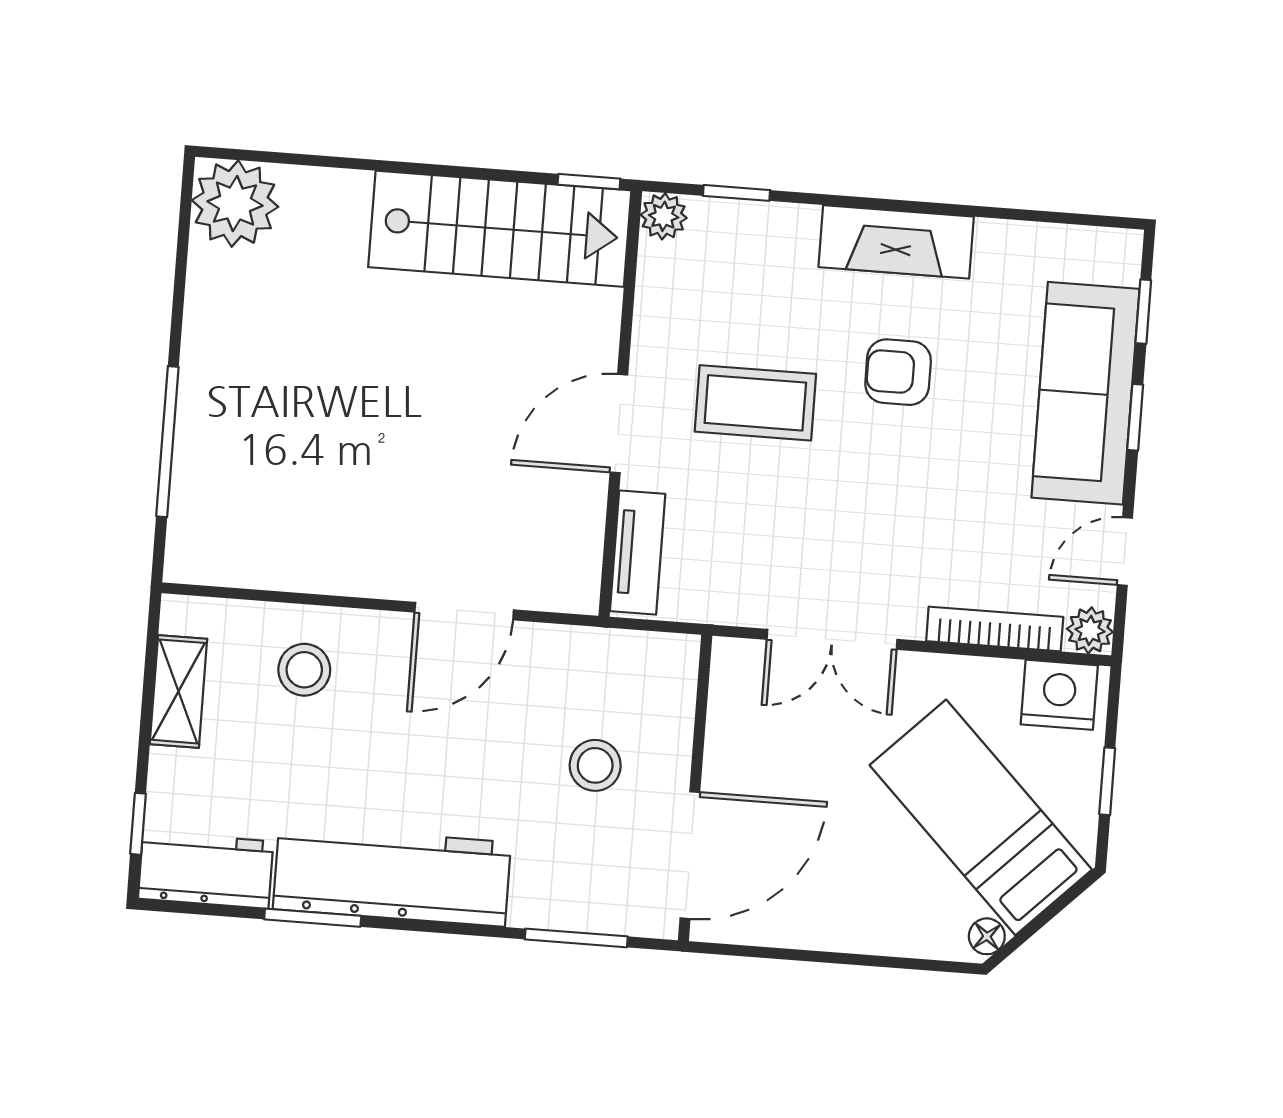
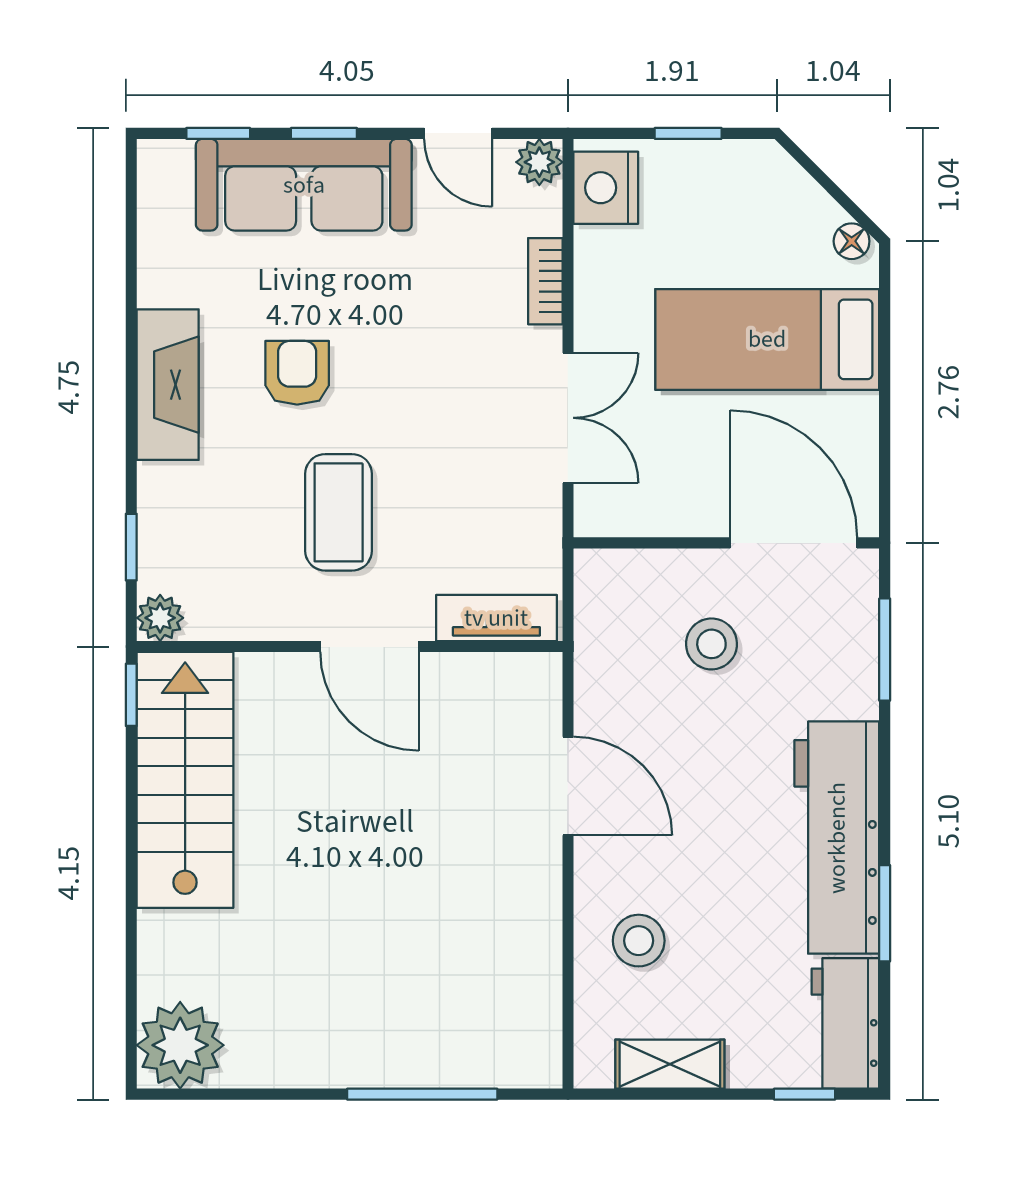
armchair: (898, 372) -> (297, 373), turned 180
bookcase: (995, 629) -> (545, 281), width x0.64
bed: (981, 817) -> (767, 339), moved, turned 45

